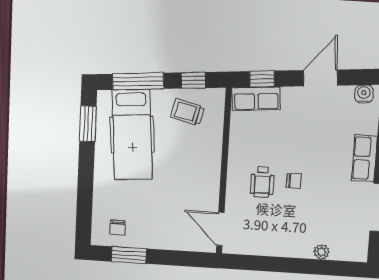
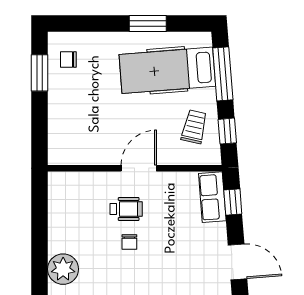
window: (88, 124) -> (148, 24), moved
wheelchair: (262, 182) -> (126, 209), turned 180
door: (220, 229) -> (139, 168), moved
plant: (321, 252) -> (63, 269), width x1.88, depth x1.88

